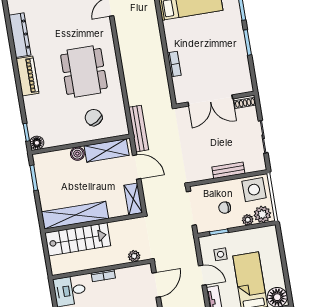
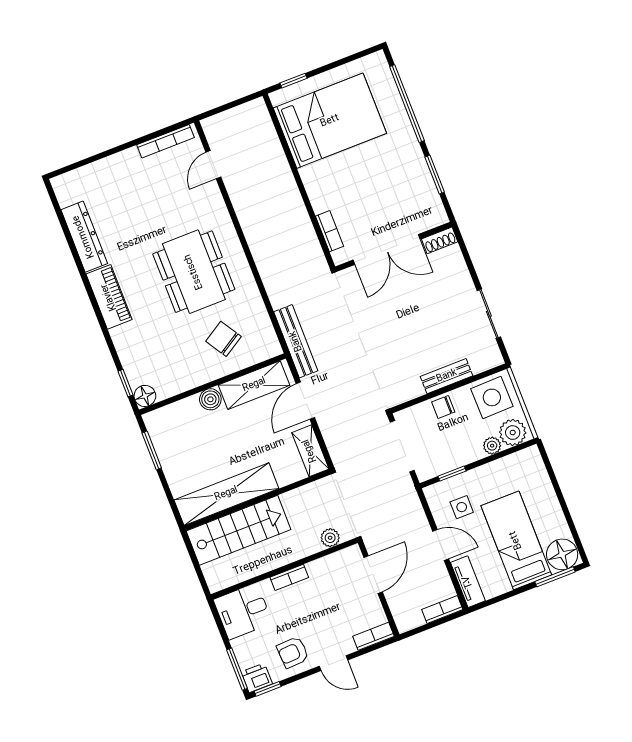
double door: (210, 100) -> (387, 249), moved
wall: (215, 100) -> (394, 247), moved
shoe rack: (245, 102) -> (440, 240), moved
door: (137, 167) -> (305, 401), swing flipped
chair: (225, 208) -> (443, 407), moved

